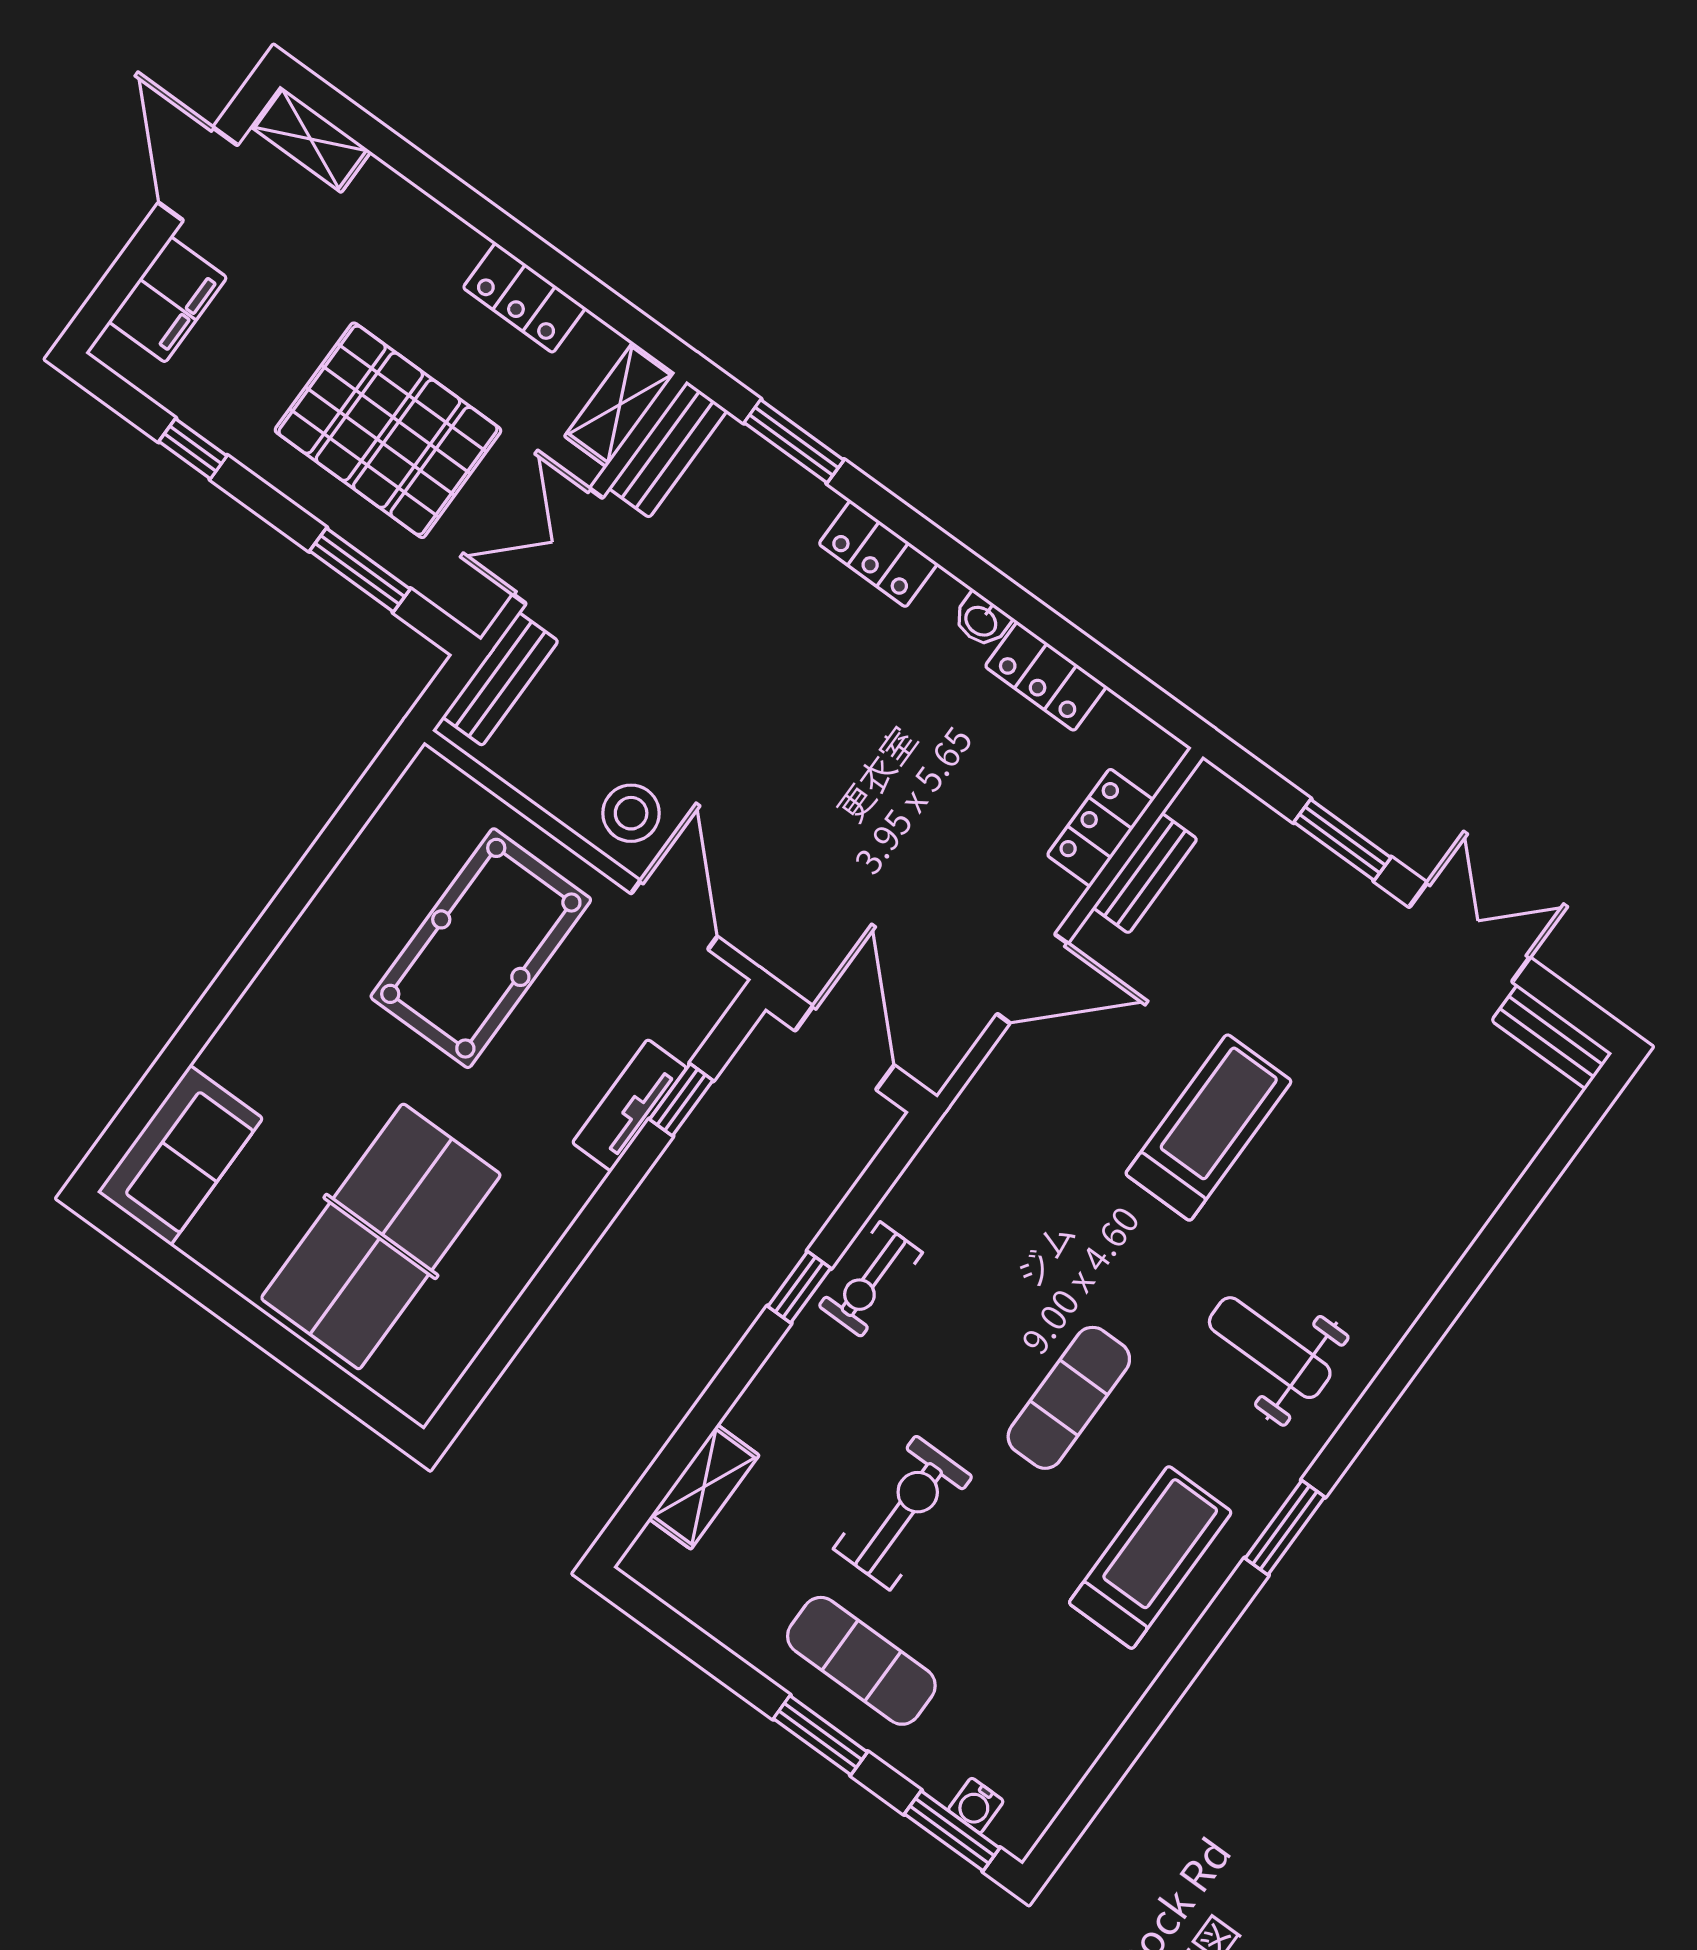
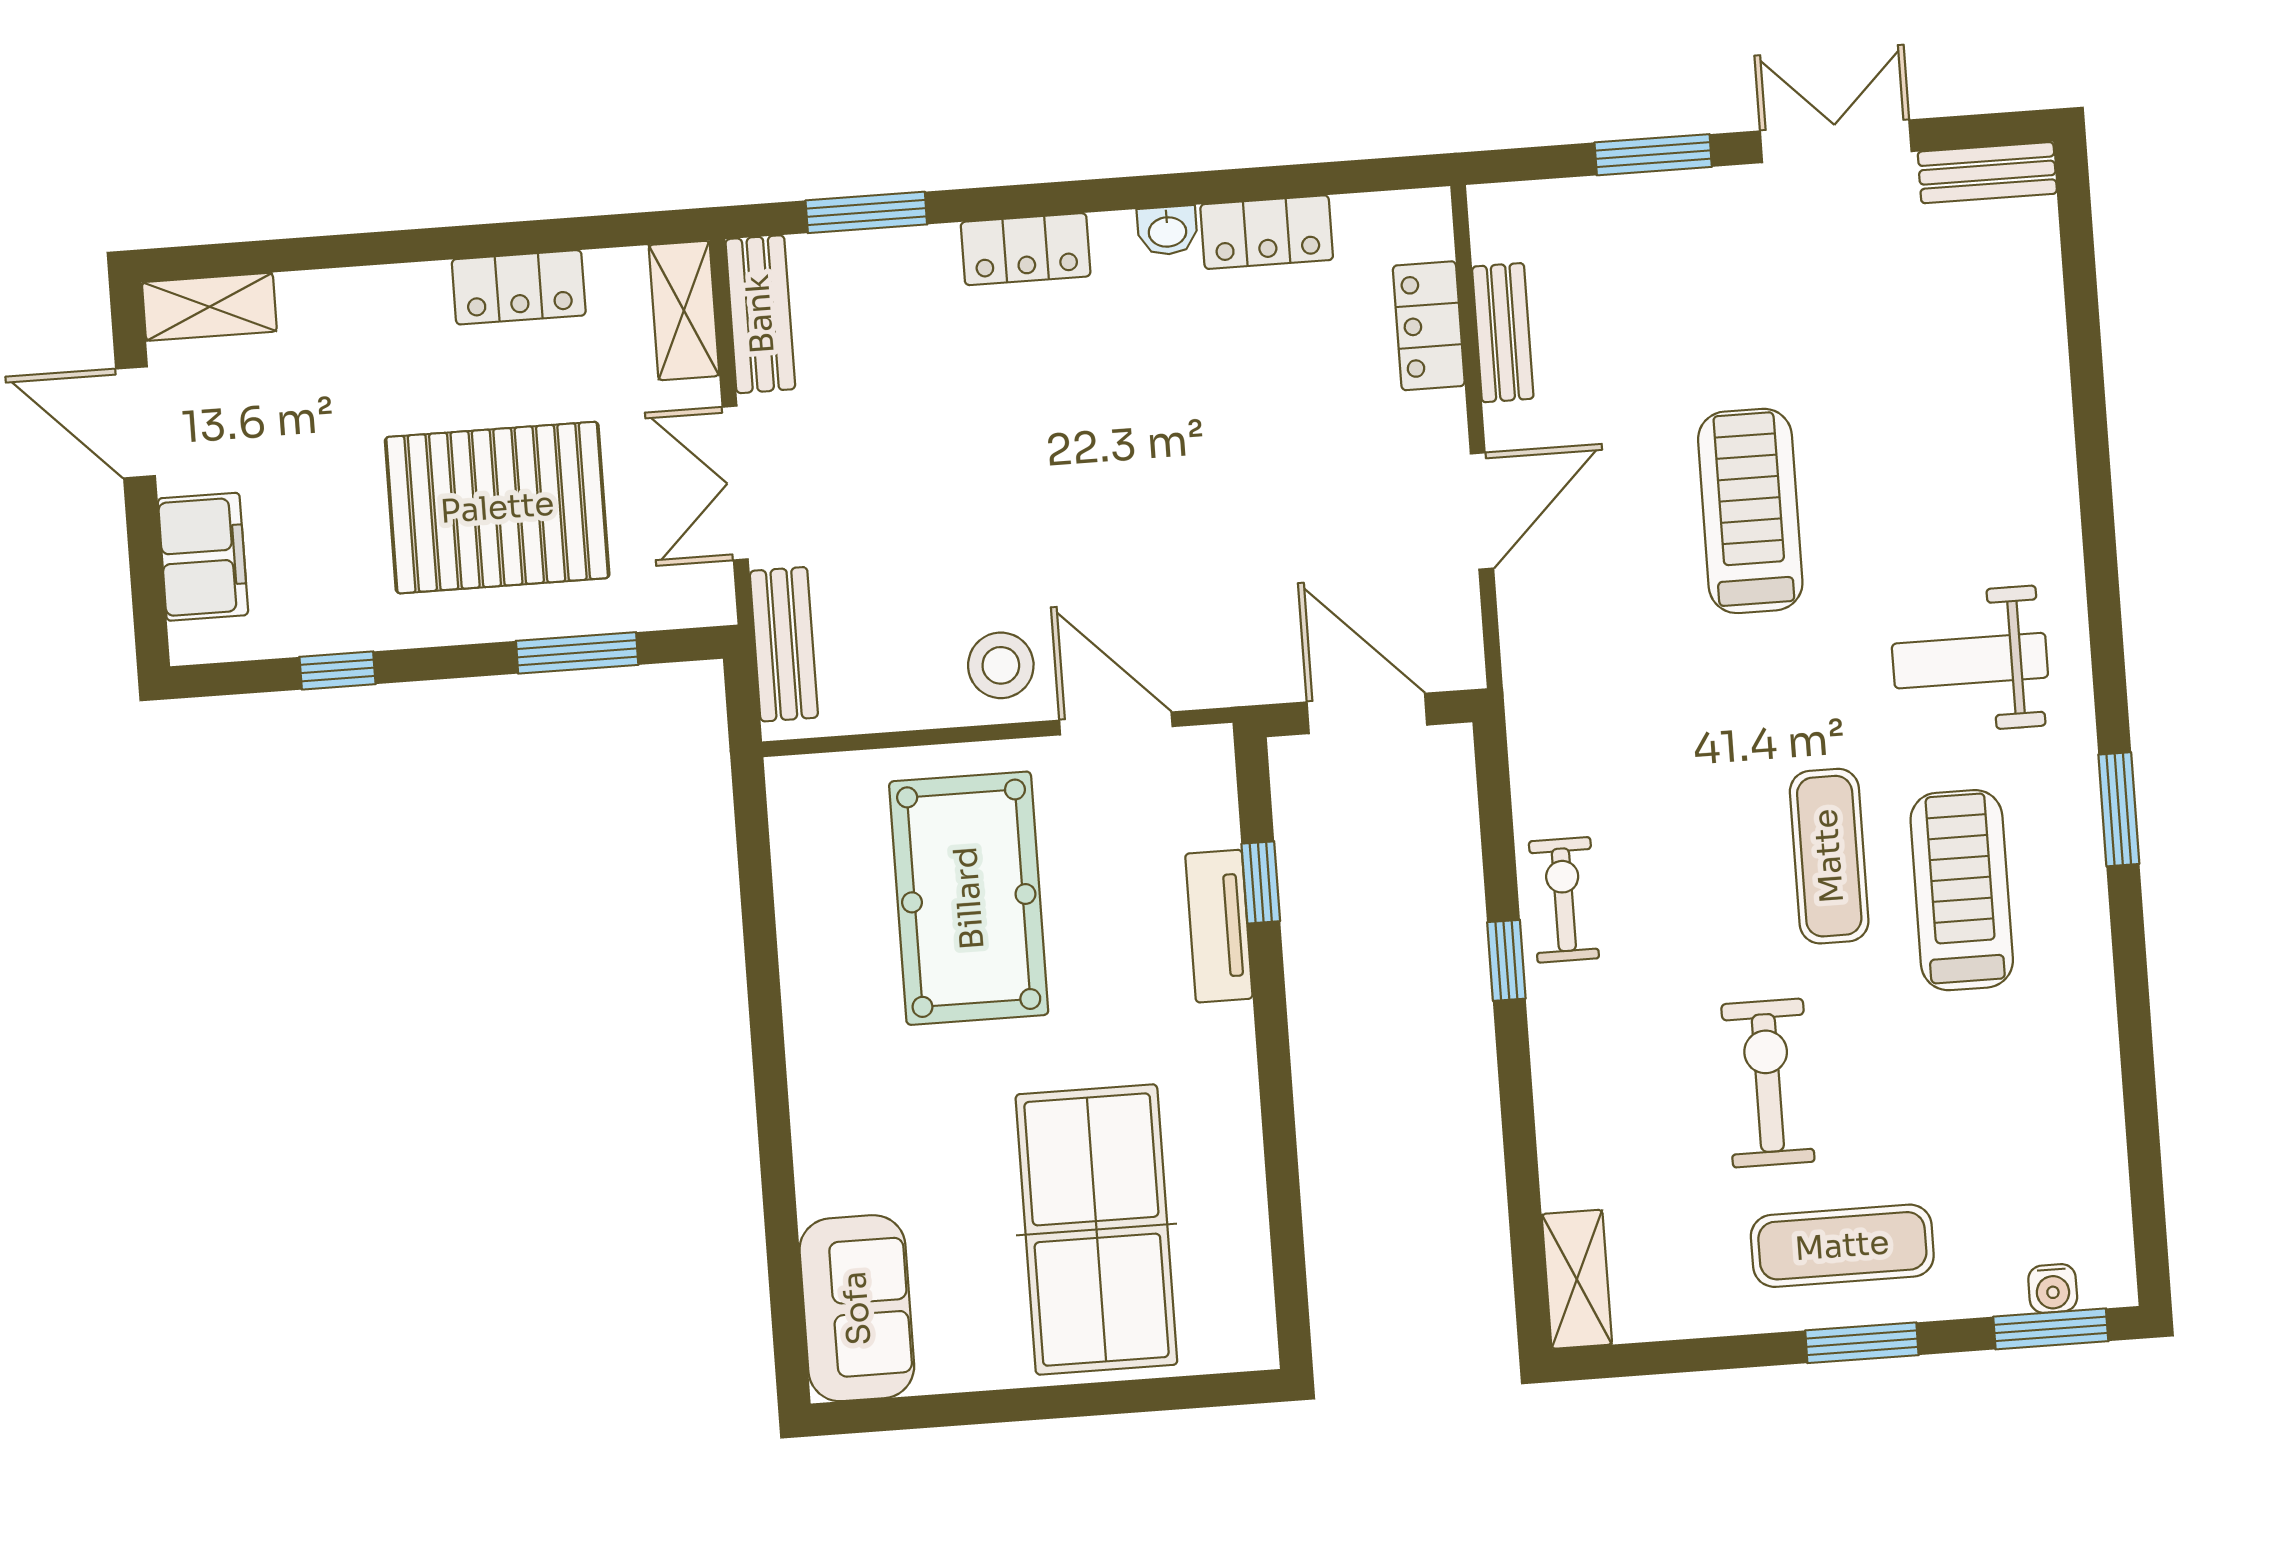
exercise bike: (871, 1279) -> (1564, 900), turned 180
shelving: (704, 1487) -> (1577, 1279), moved
treadmill: (1150, 1557) -> (1962, 890), moved

